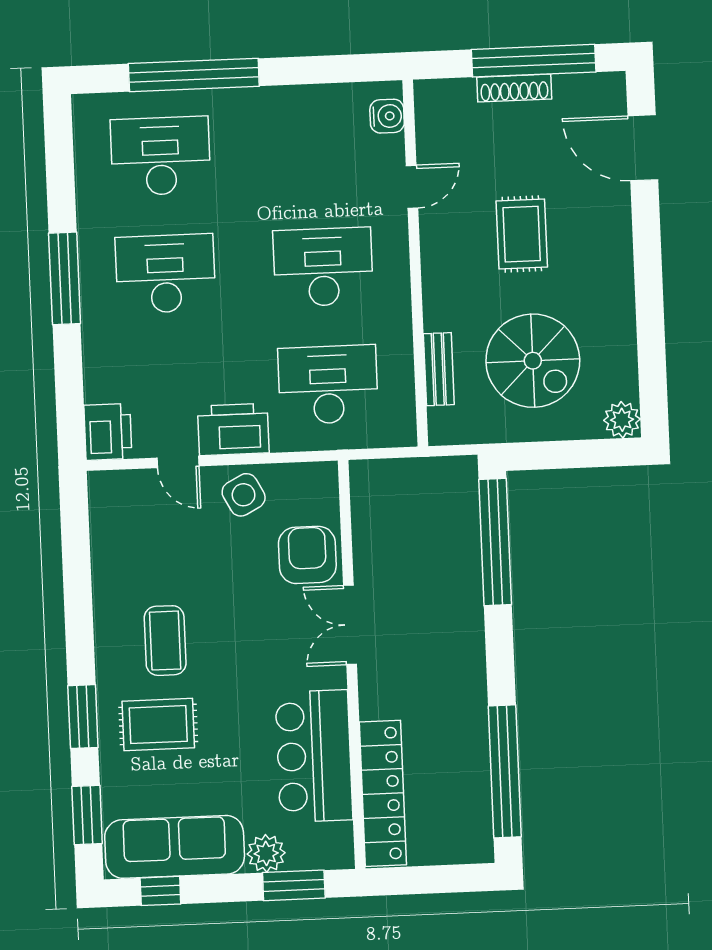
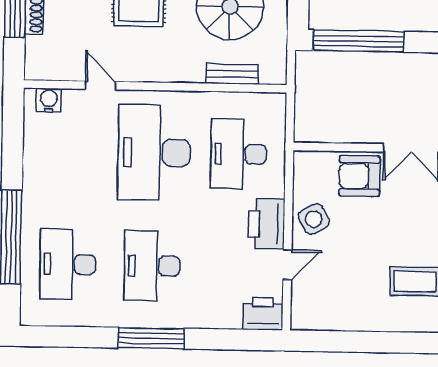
desk: (323, 267) -> (154, 153), width x1.36, depth x1.30

